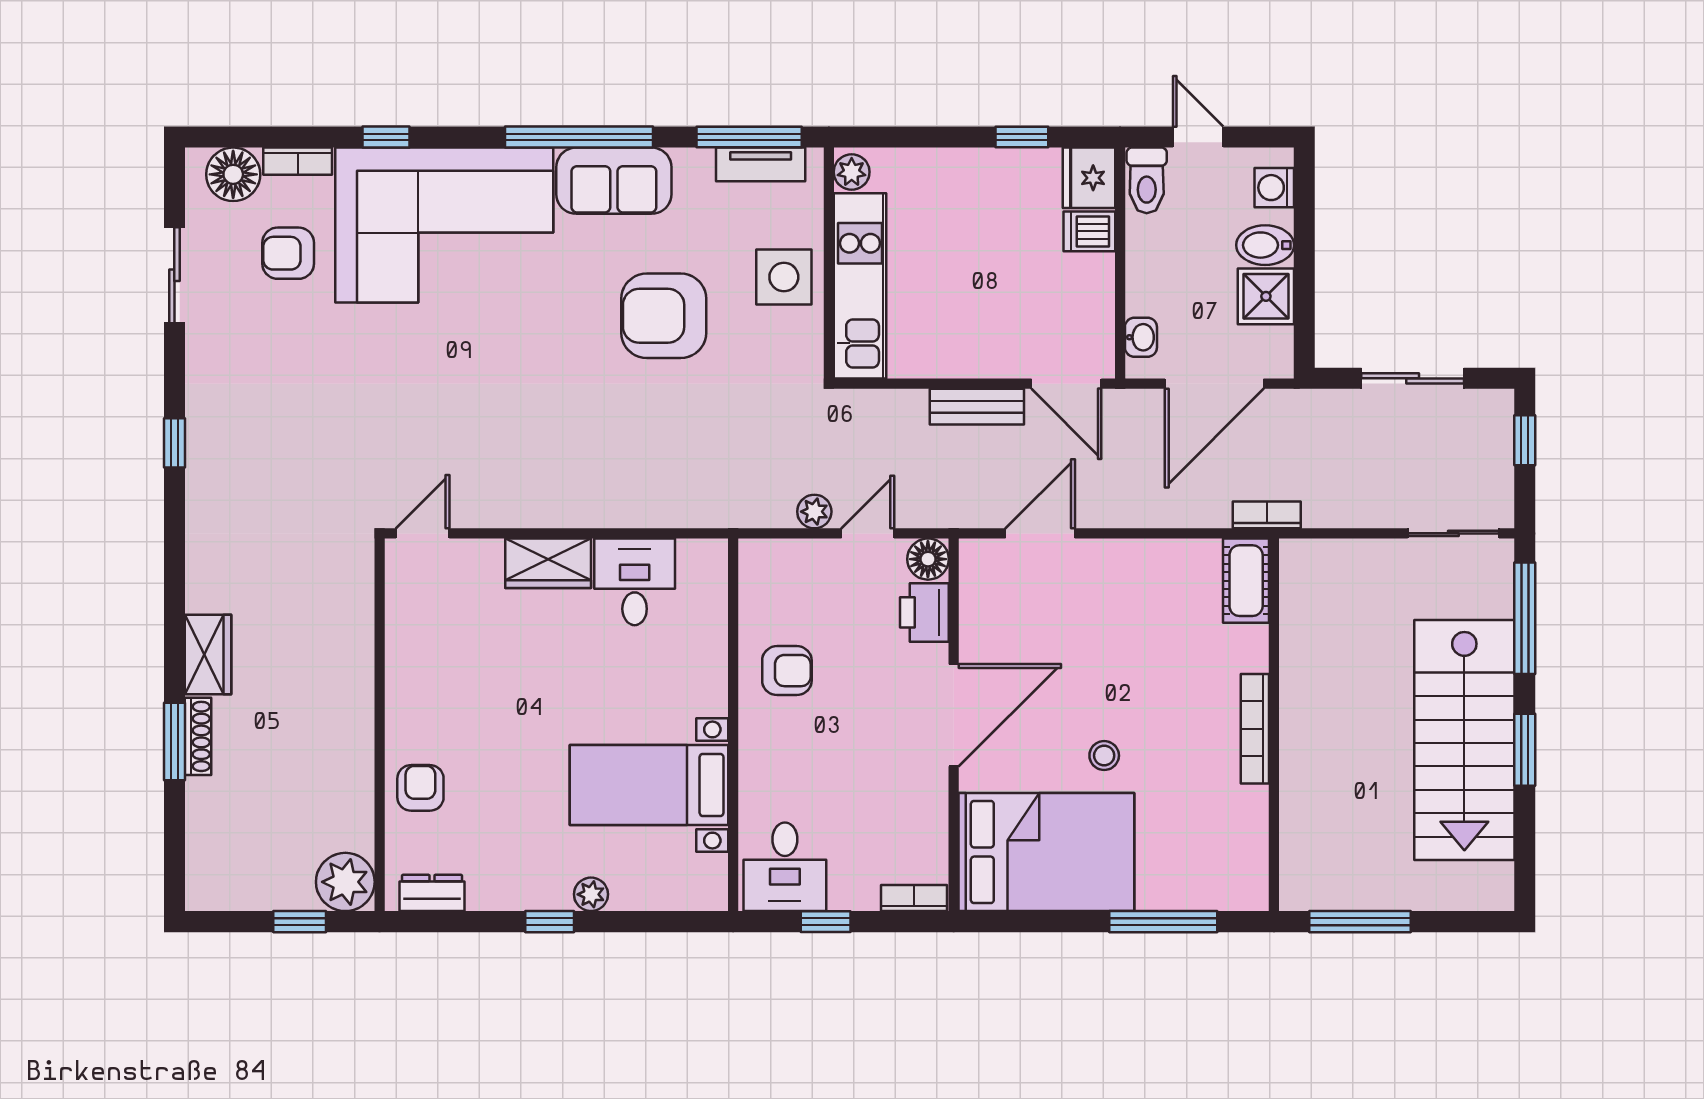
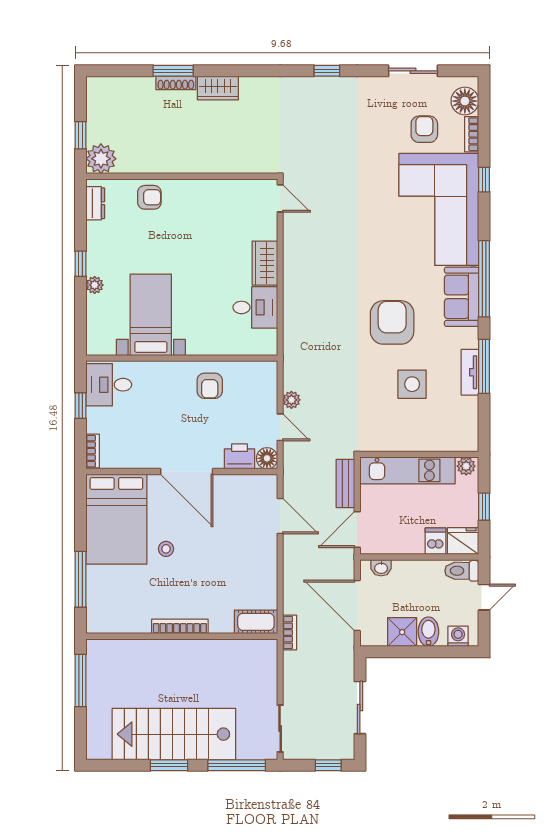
plant: (852, 172) -> (466, 466), moved
wall: (829, 263) -> (419, 454), moved
kitchen unit: (860, 286) -> (407, 470), moved

